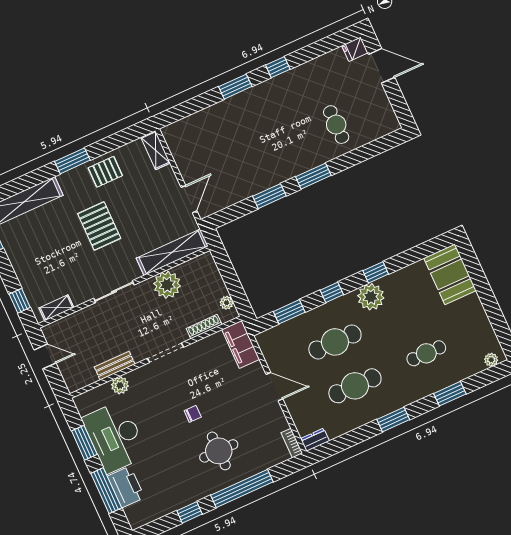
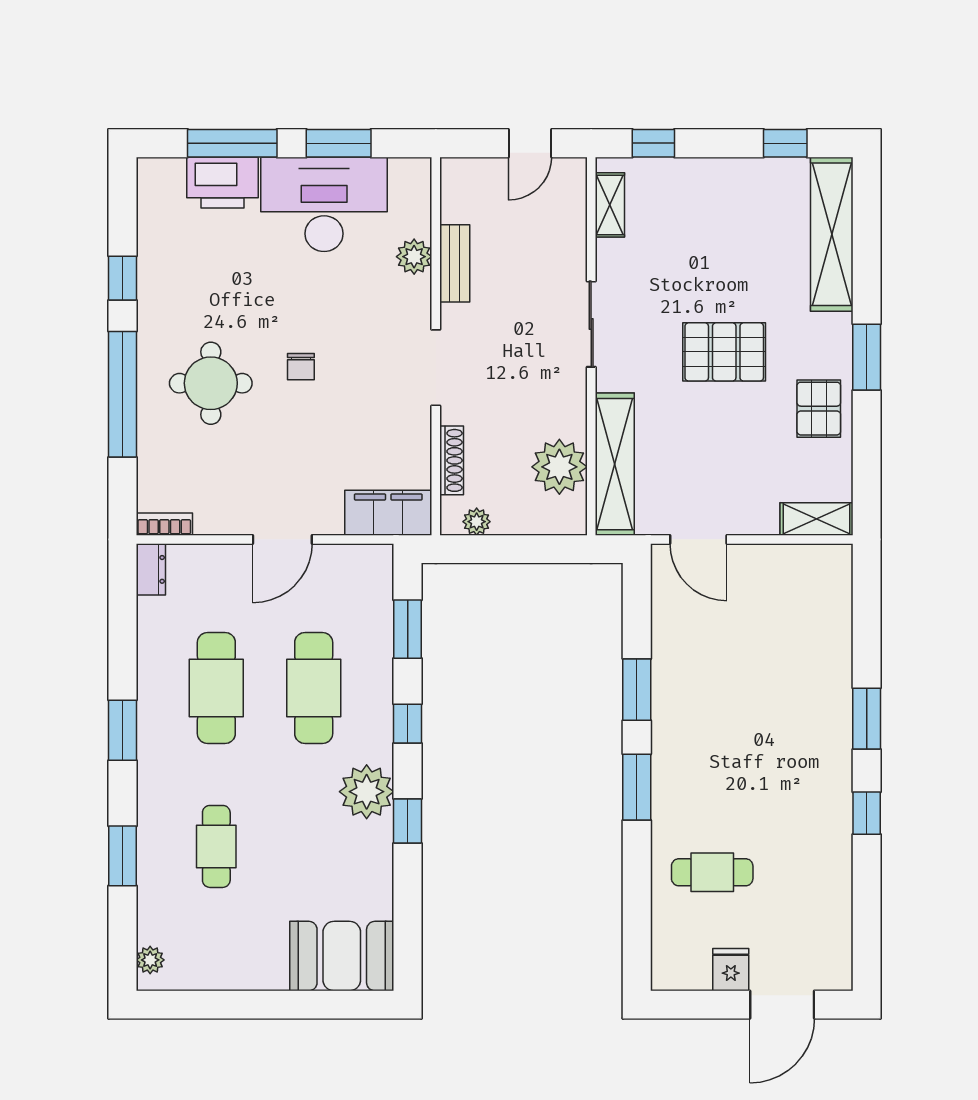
fridge: (355, 49) -> (731, 970), moved
plant: (167, 285) -> (559, 467), moved

